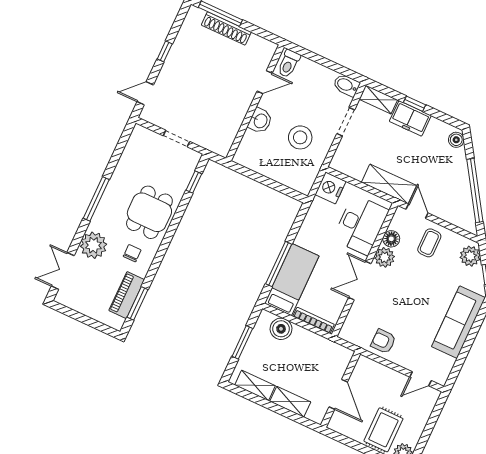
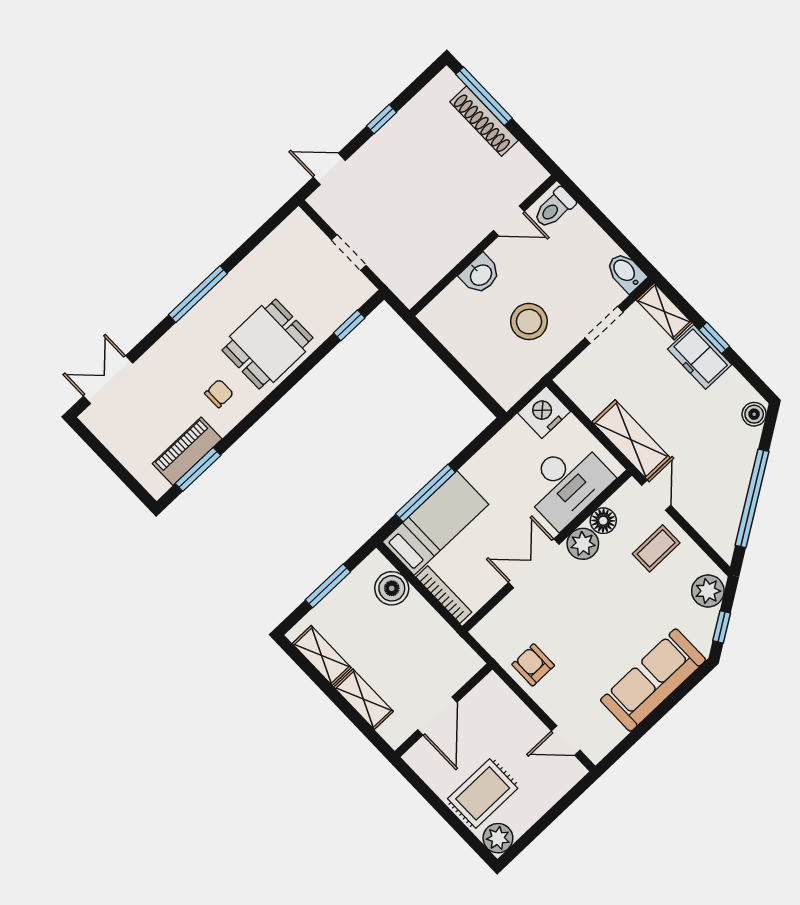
plant: (93, 245) -> (167, 360), removed

